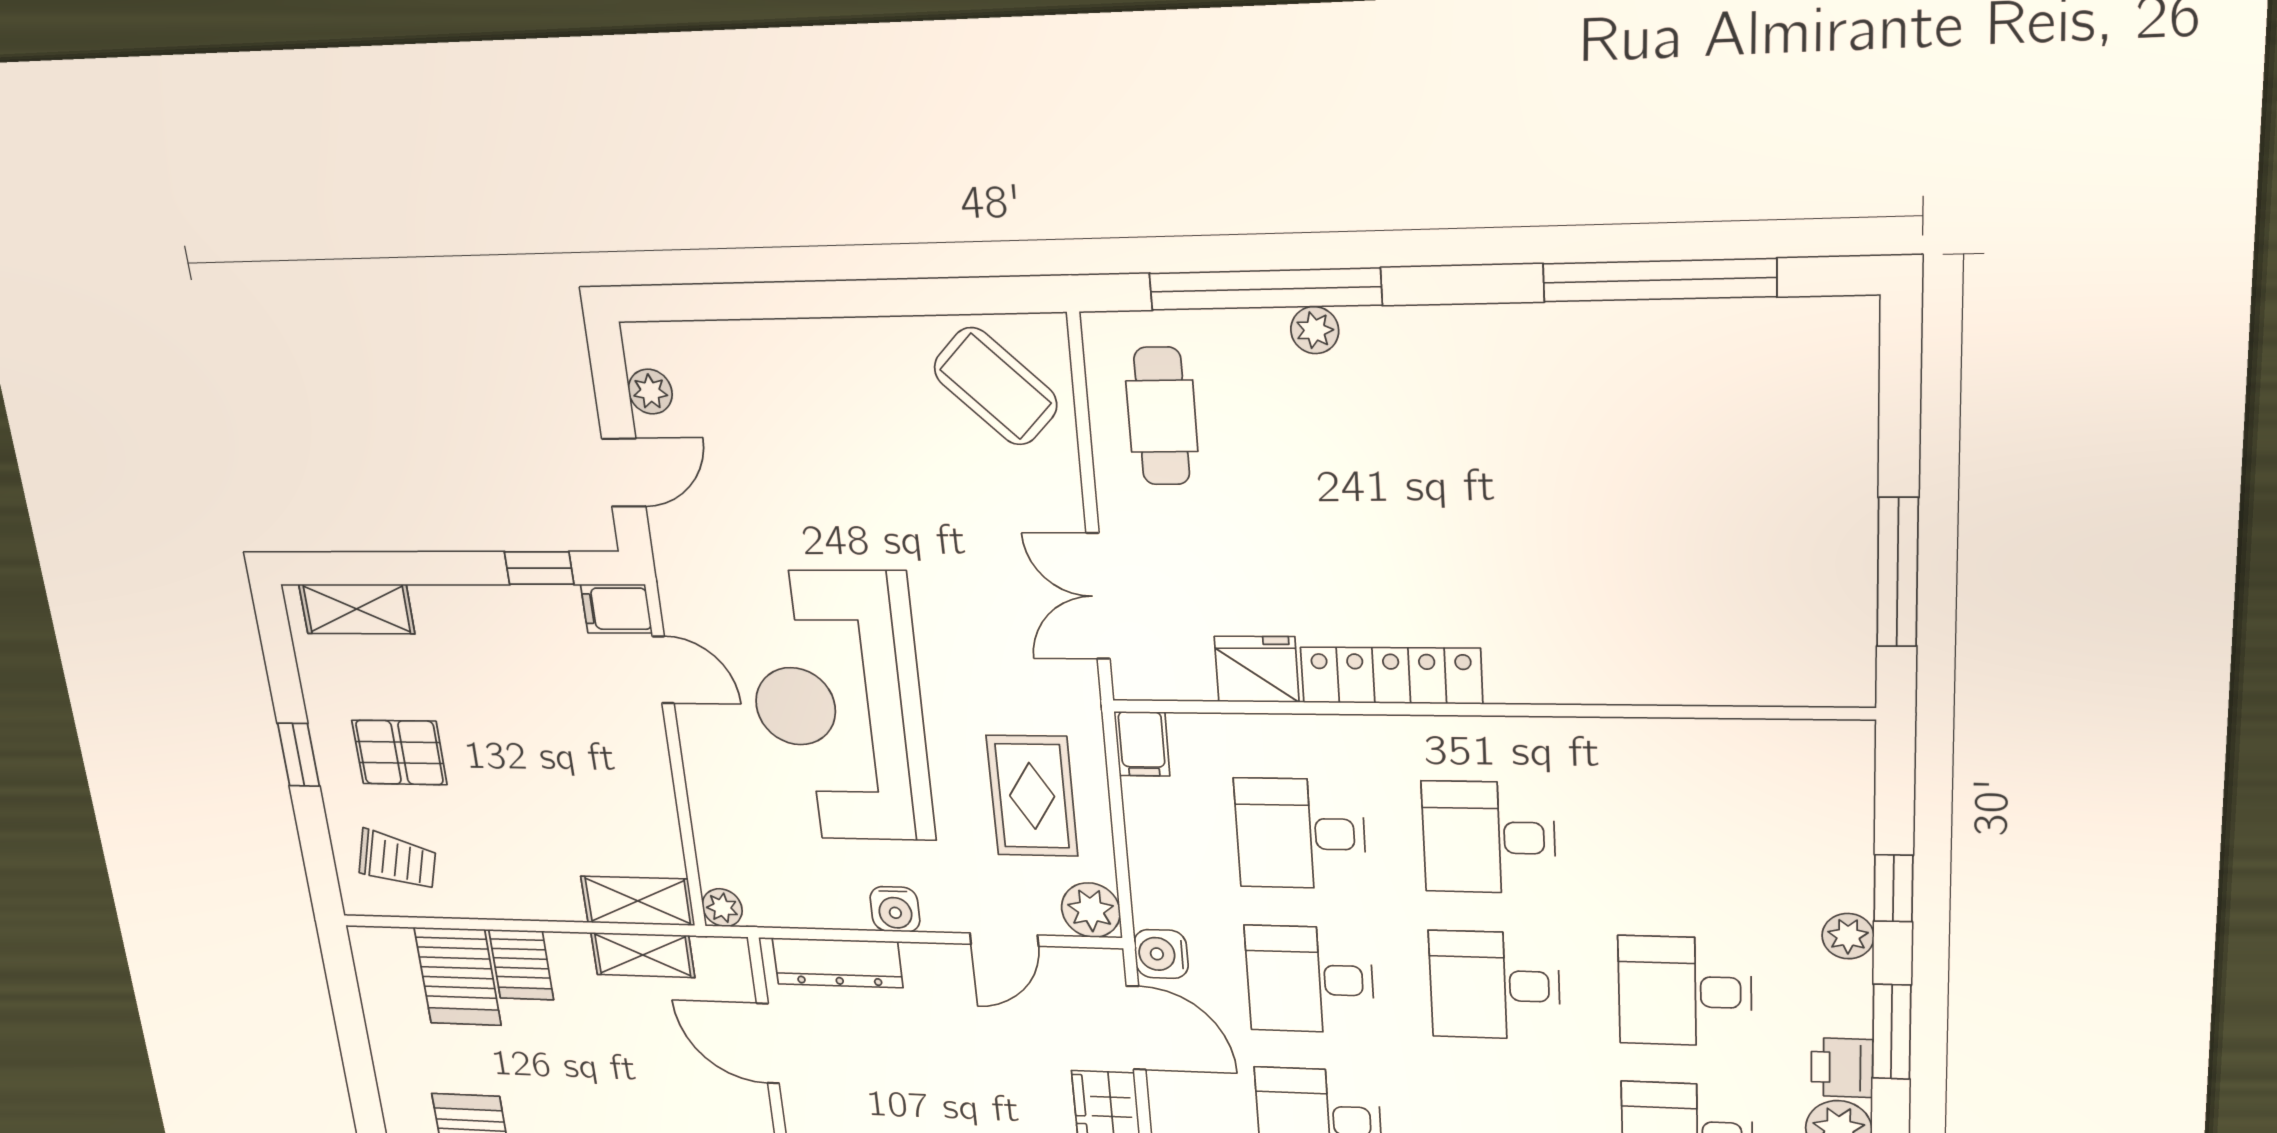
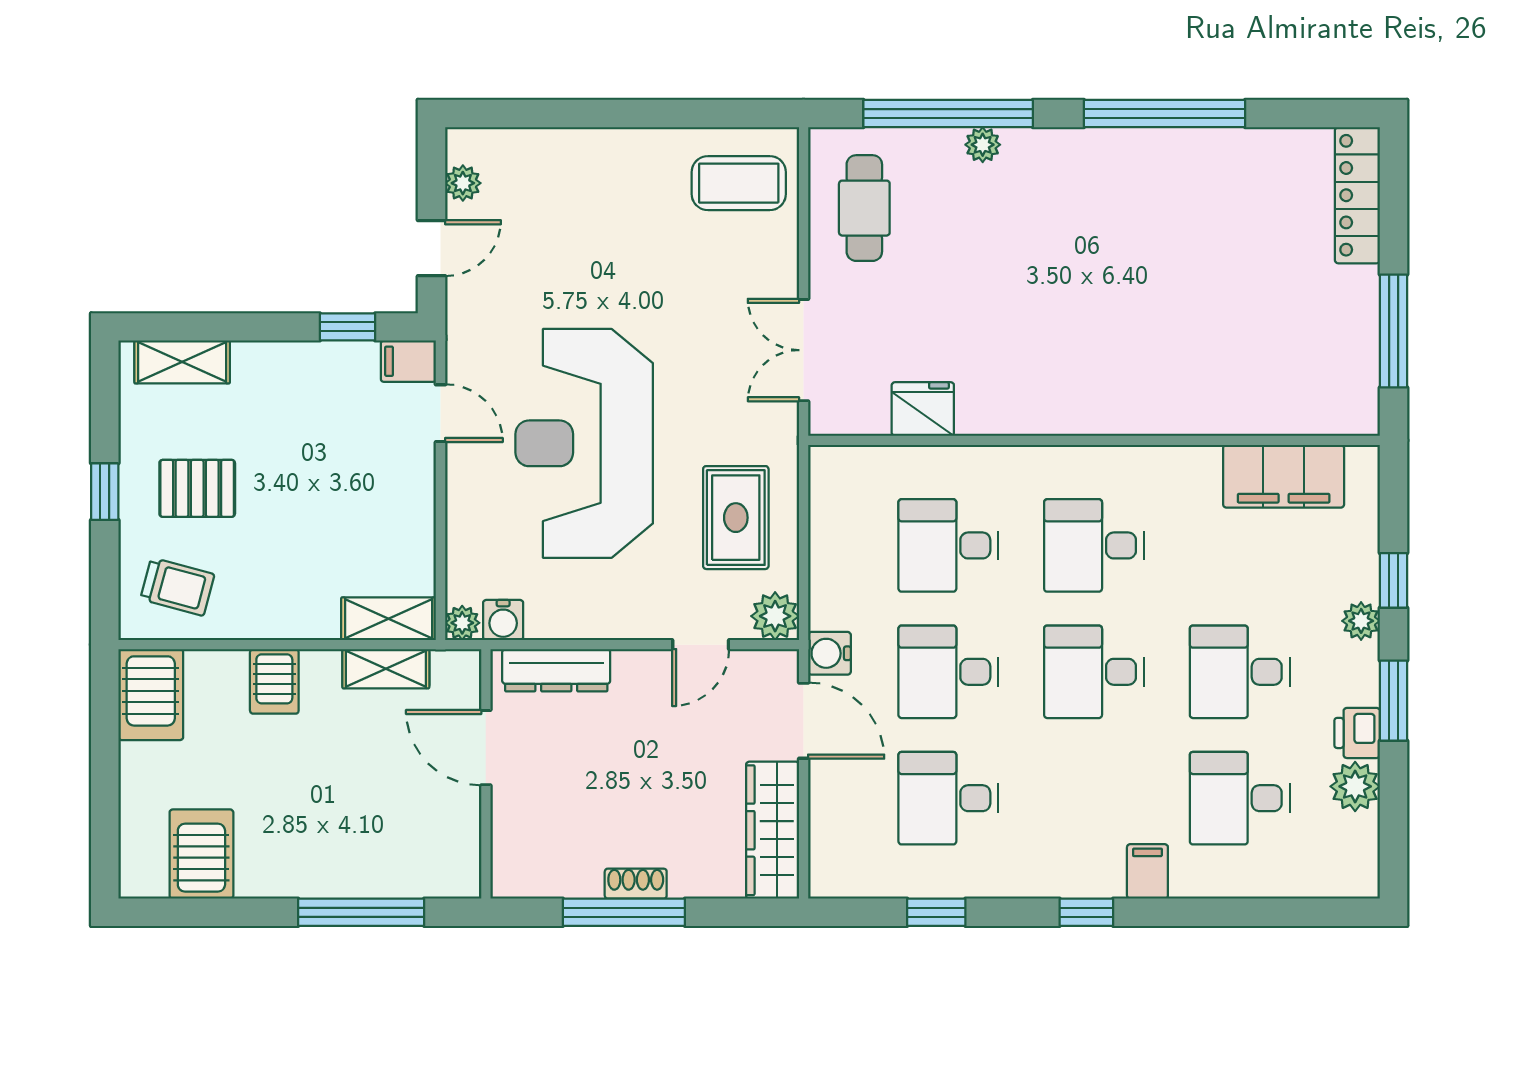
window: (1659, 280) -> (1164, 114), moved
coffee table: (996, 386) -> (739, 183), turned -44
locker: (1391, 676) -> (1357, 195), moved, turned -90
filing cabinet: (1142, 744) -> (1284, 476), moved, width x3.00, depth x1.17
water cooler: (895, 909) -> (503, 620), moved
server rack: (458, 976) -> (151, 695), moved

